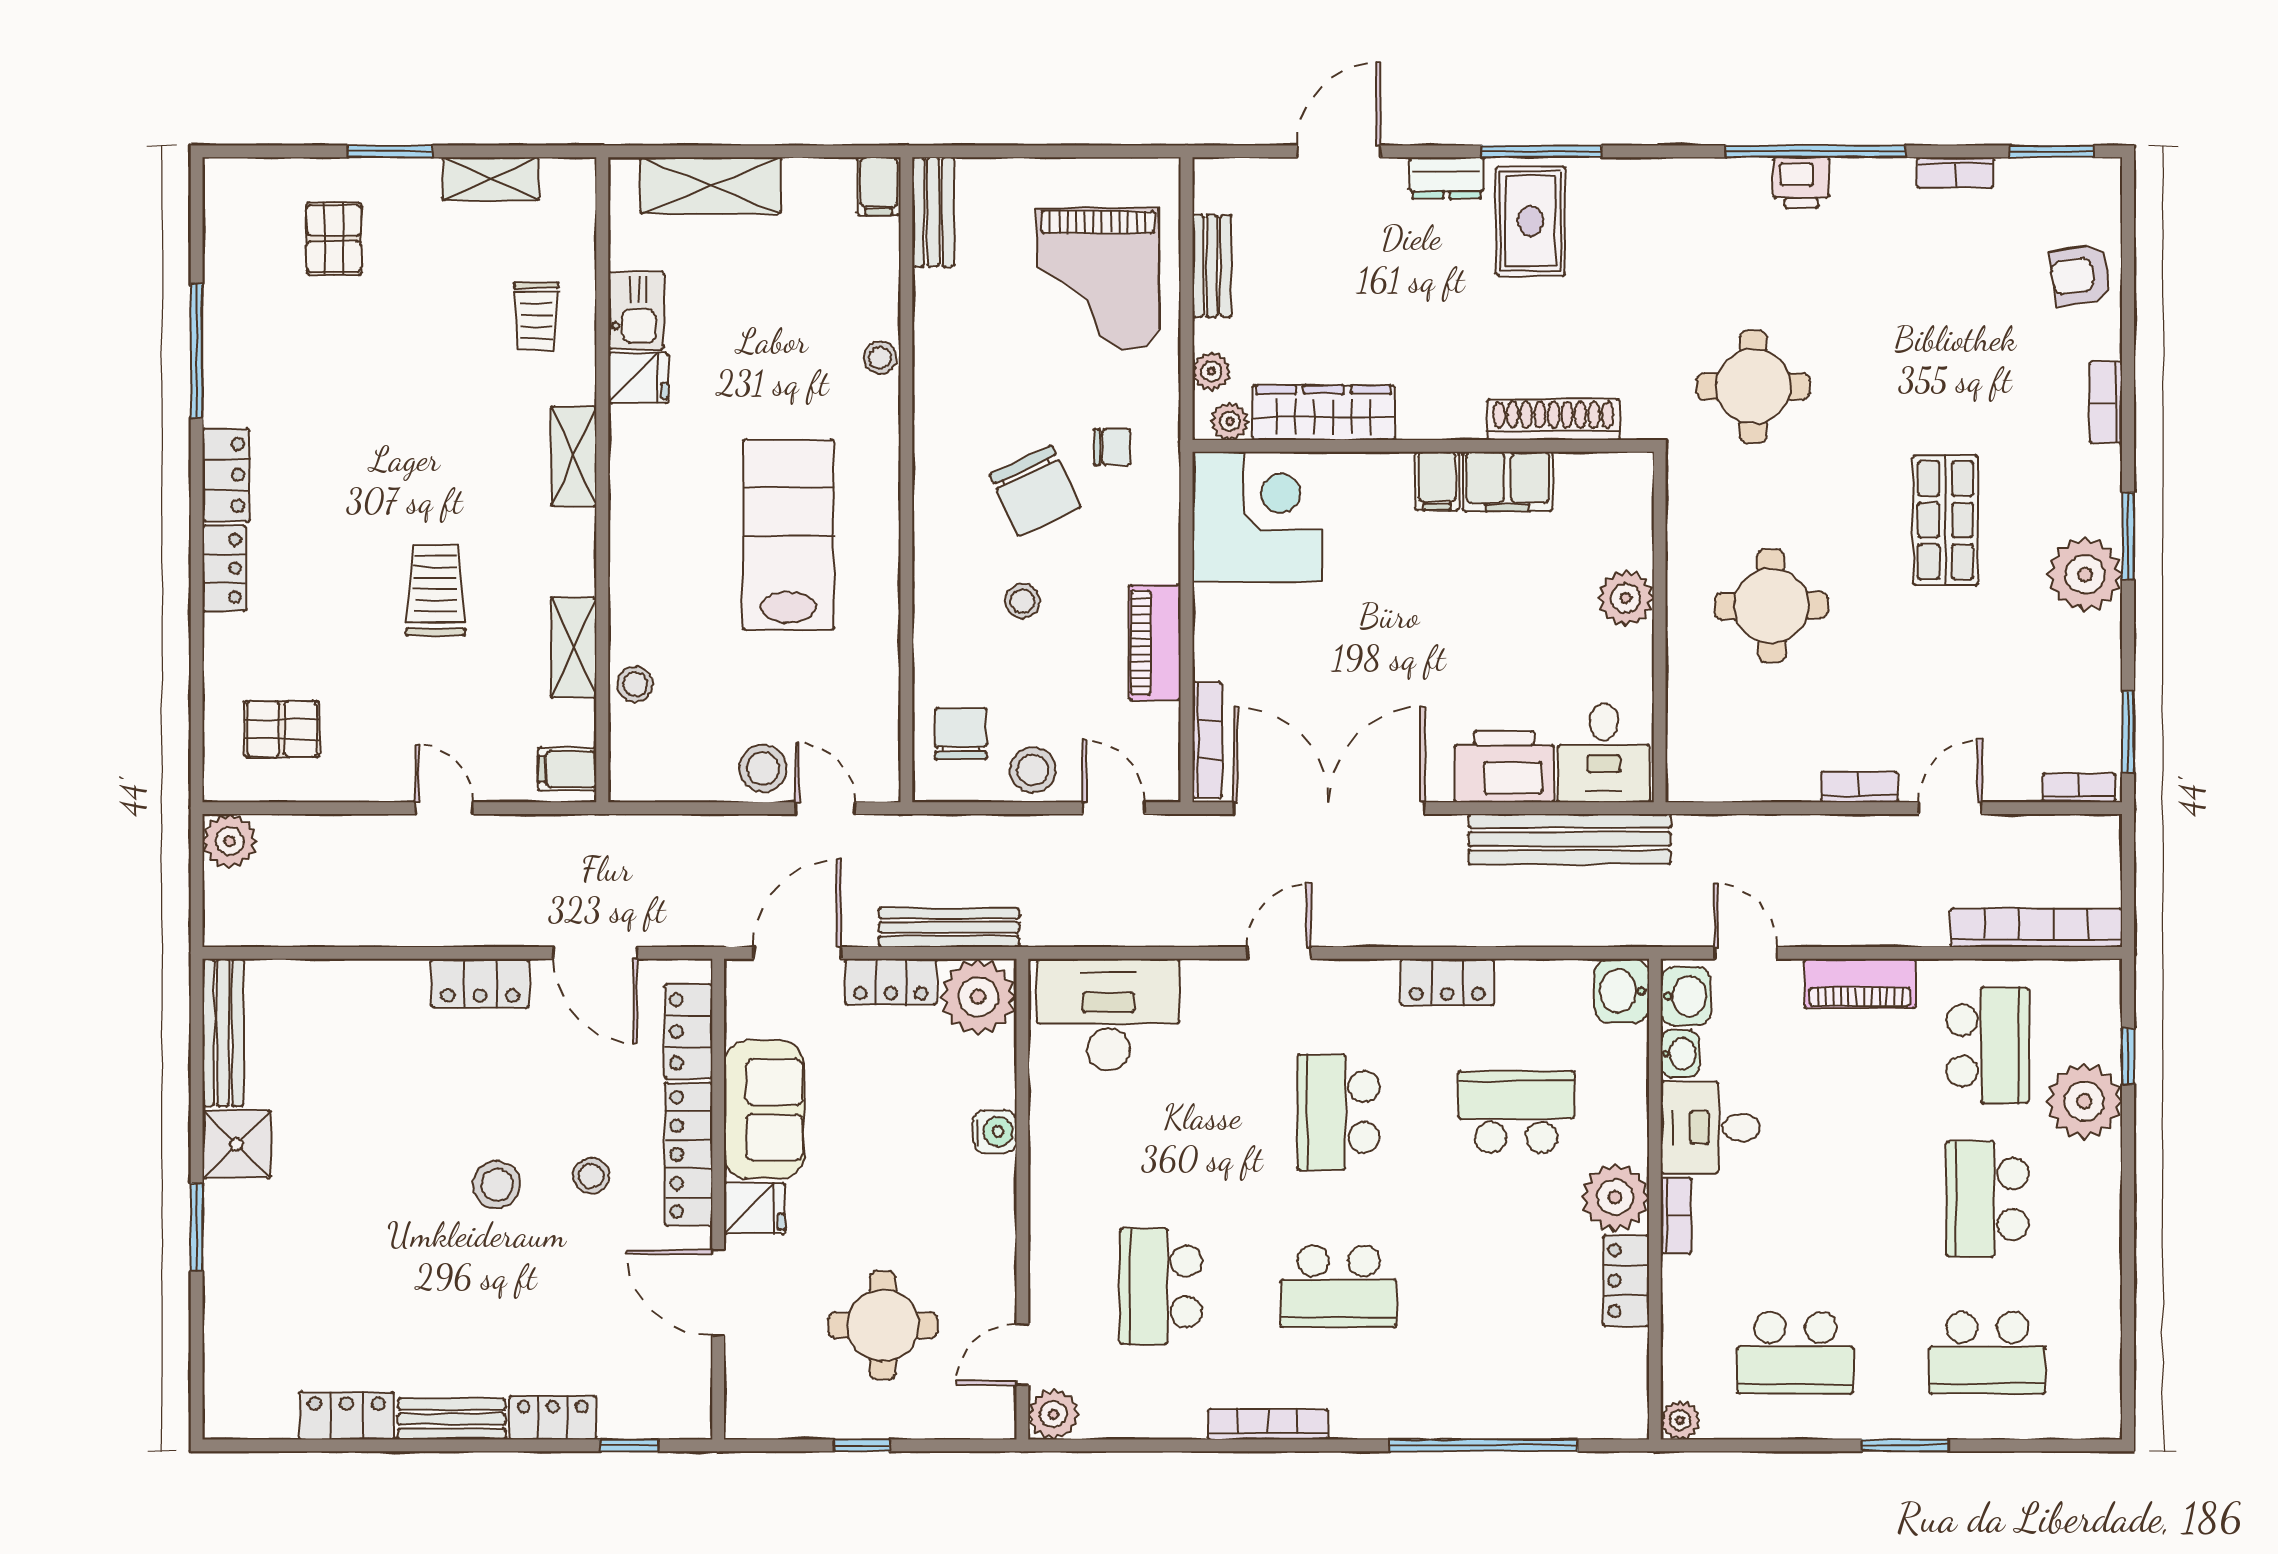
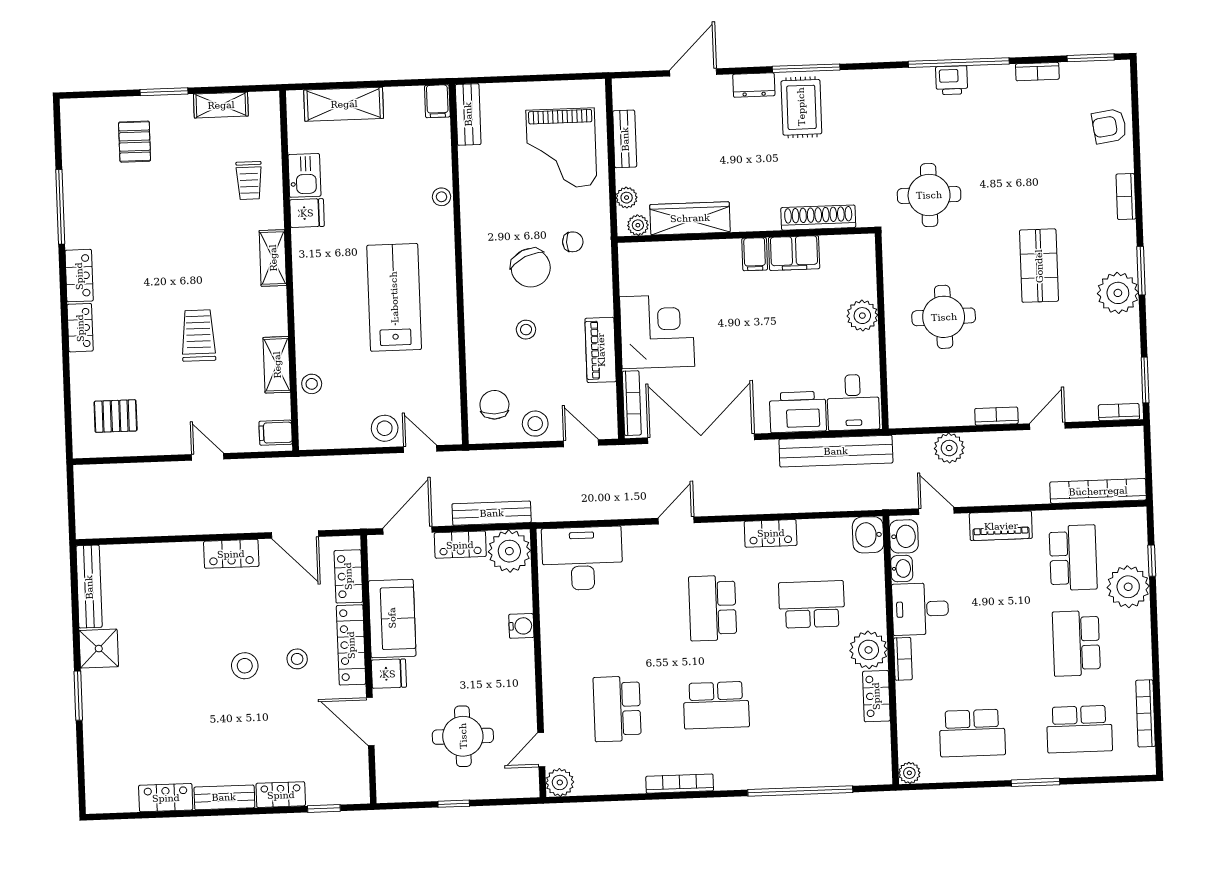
corner desk: (1257, 517) -> (657, 331), moved
plant: (230, 841) -> (949, 448), moved
bookcase: (2107, 1329) -> (1146, 713), added

